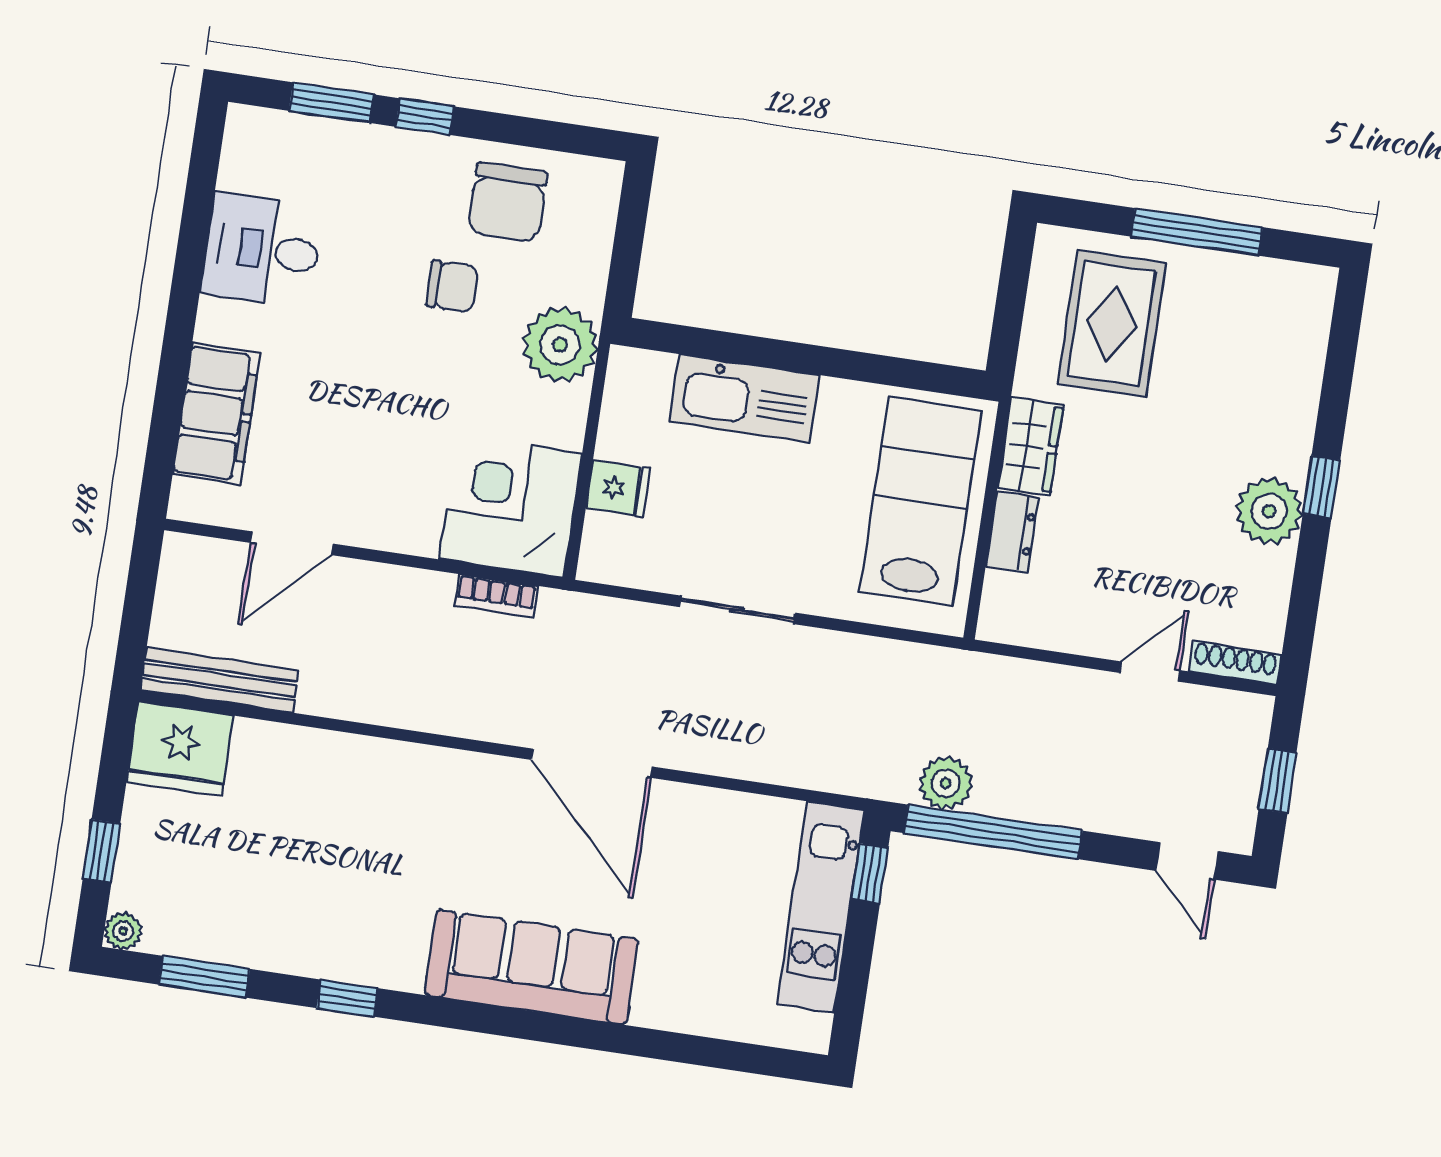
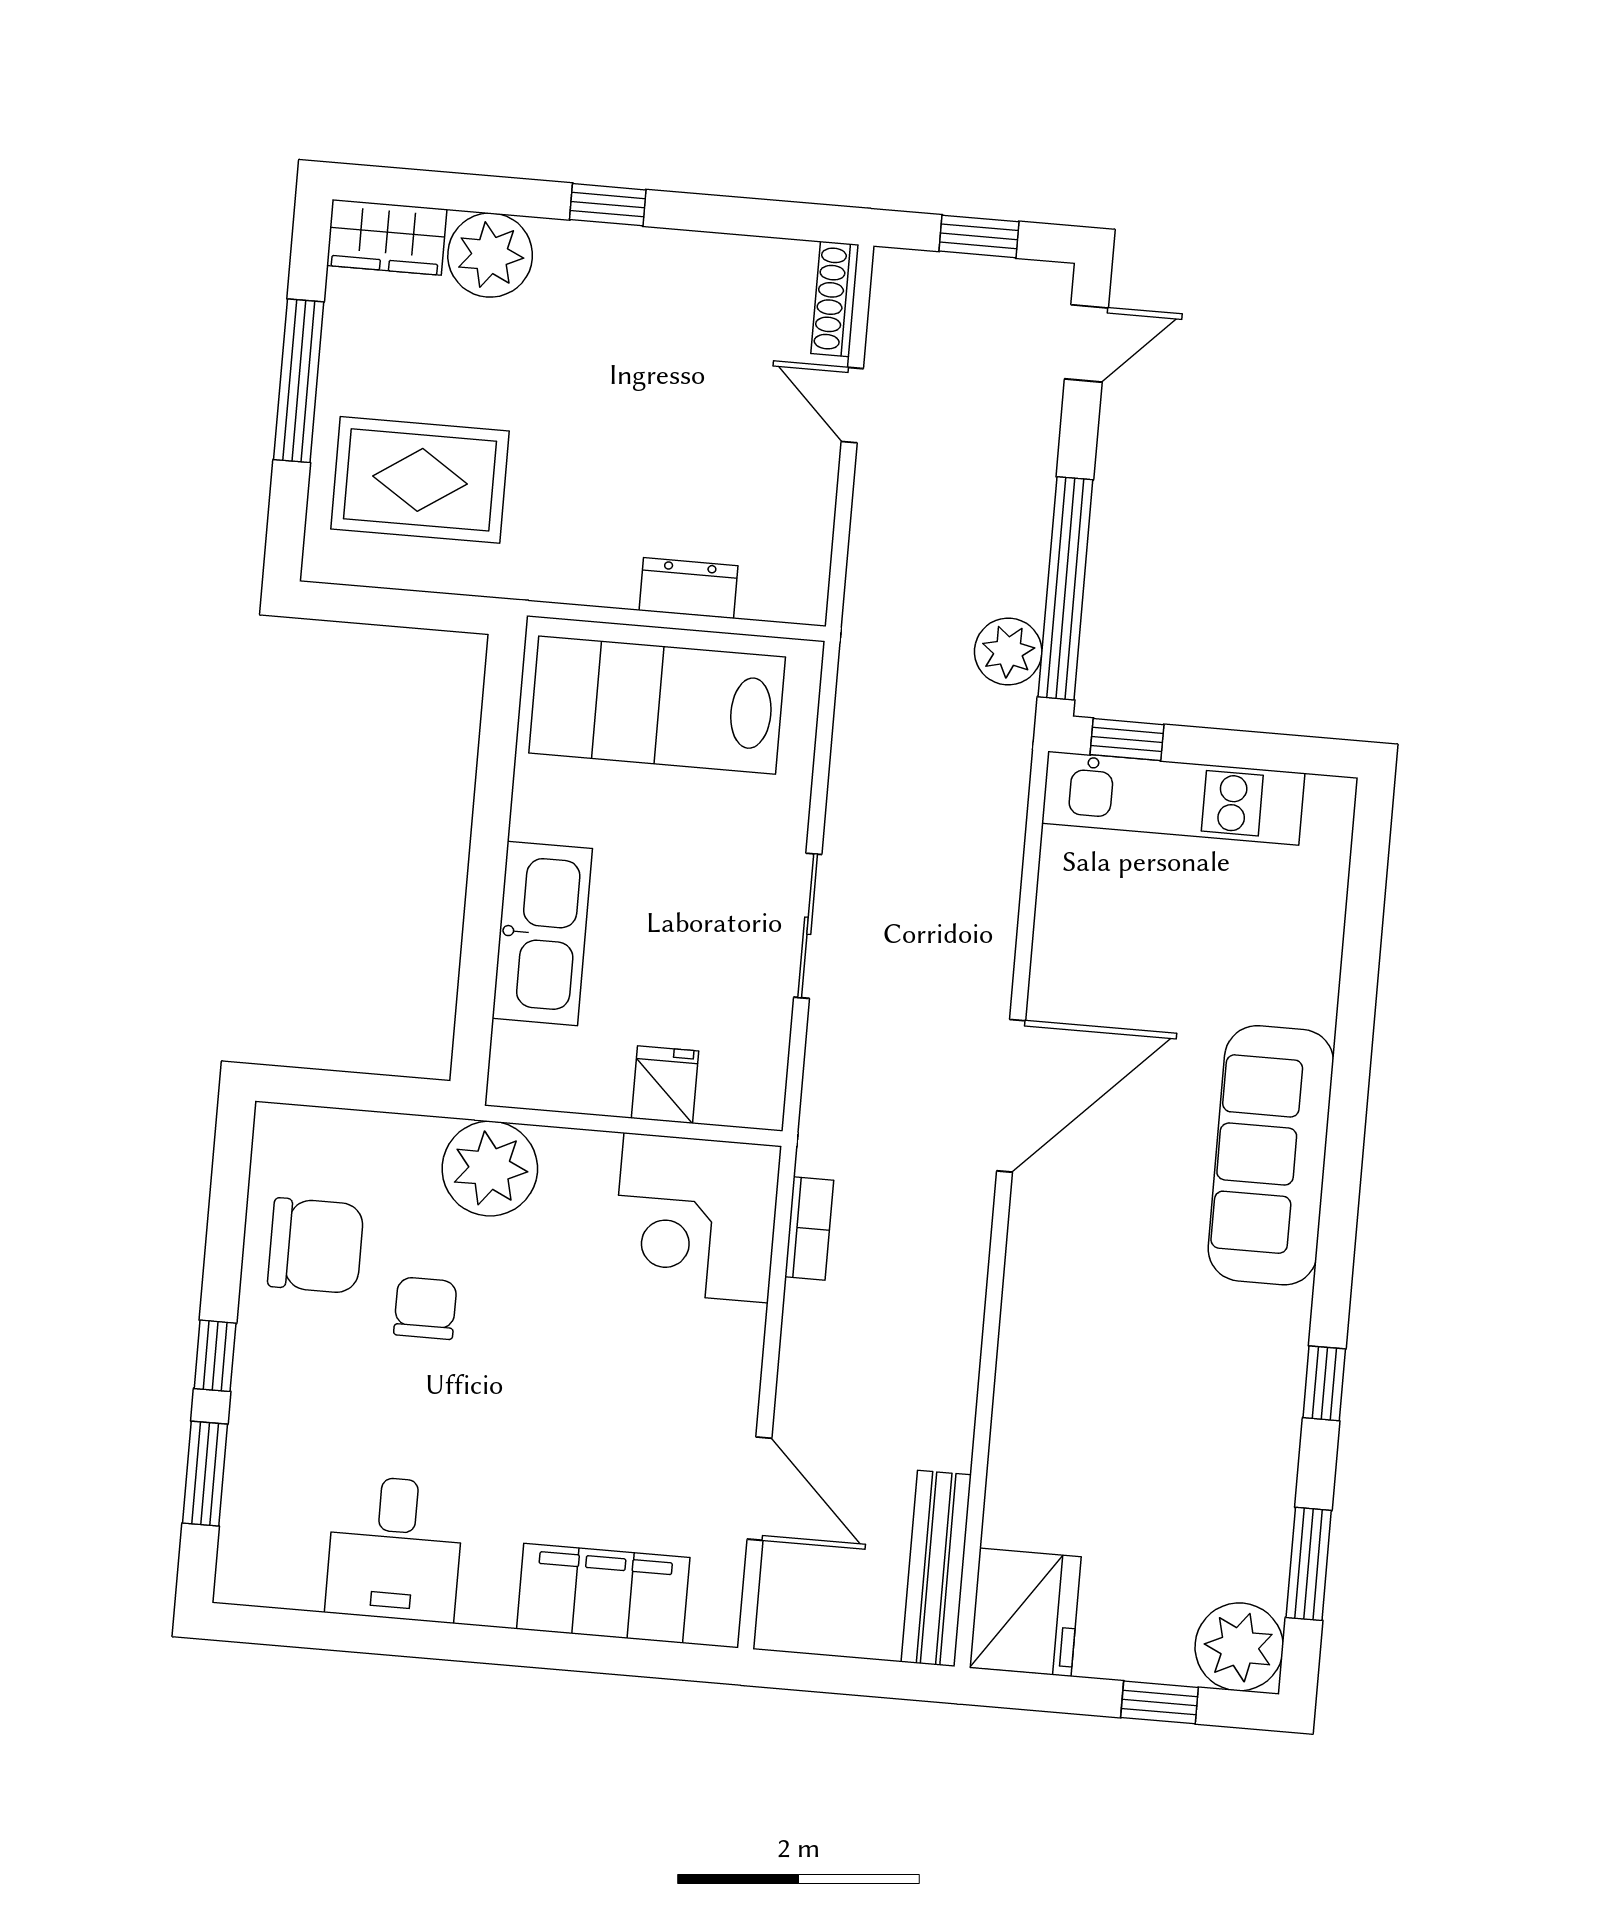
wardrobe: (1030, 446) -> (387, 237), moved, turned 180
plant: (1269, 511) -> (490, 255), moved
plant: (123, 931) -> (1239, 1647), width x1.88, depth x1.88

